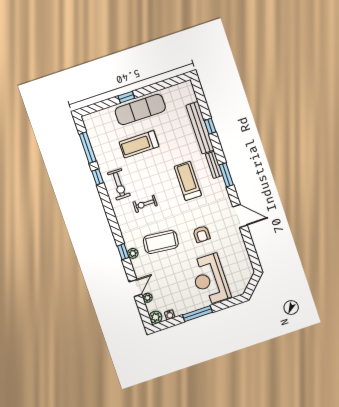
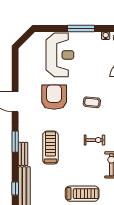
treadmill: (188, 181) -> (50, 148), turned 180
armchair: (202, 234) -> (54, 97), width x1.88, depth x1.88
coffee table: (161, 242) -> (92, 102), width x0.54, depth x0.58

